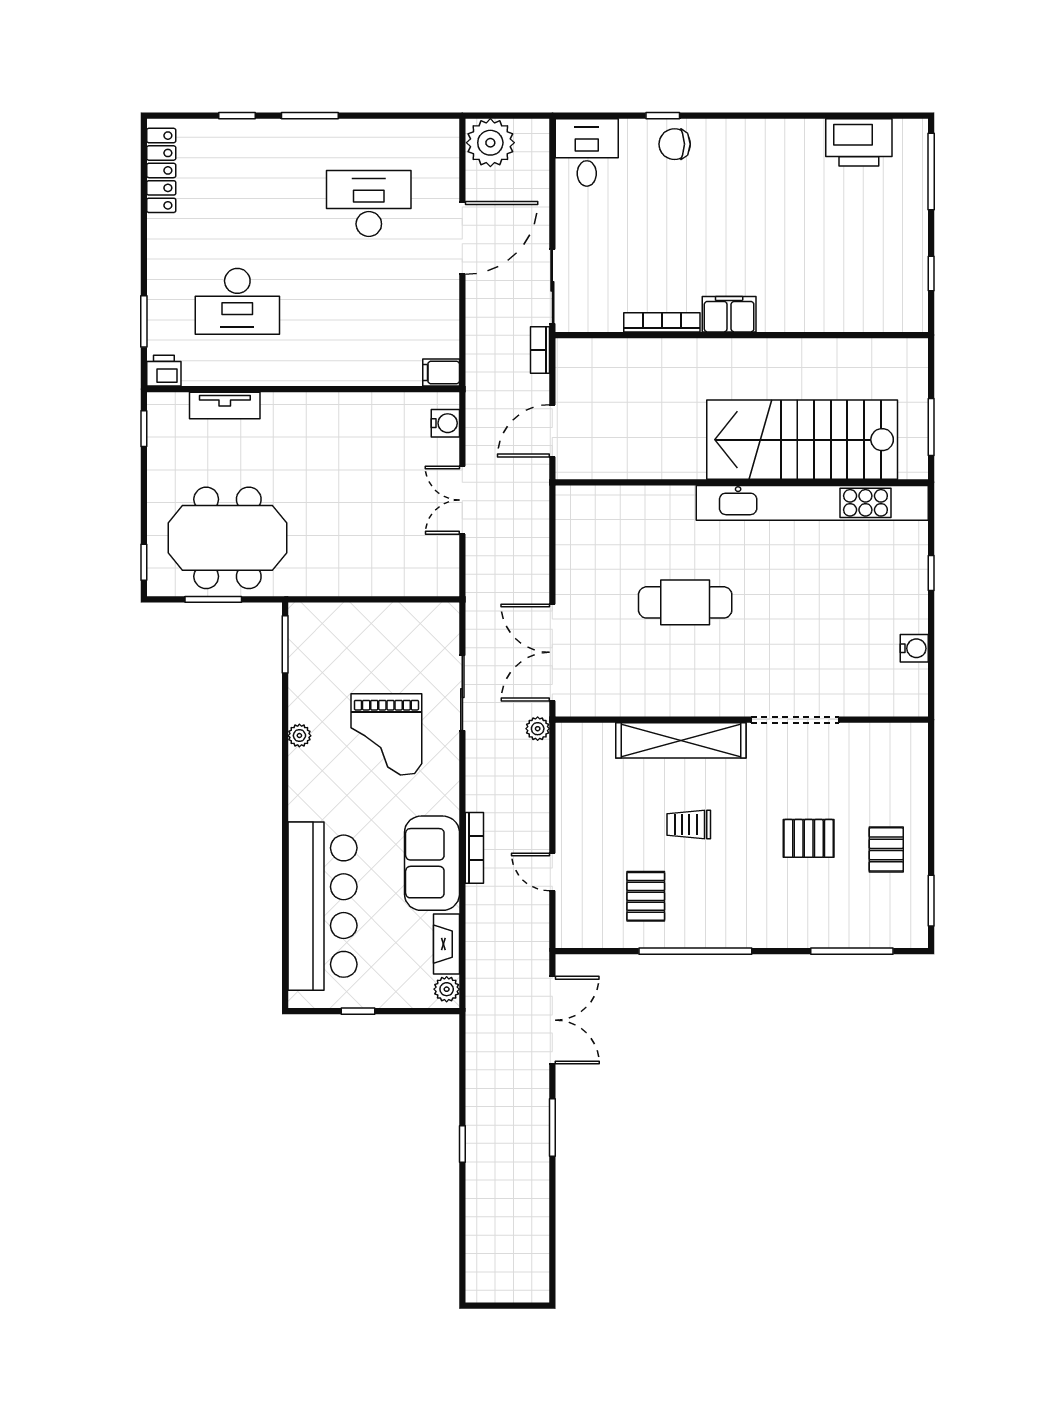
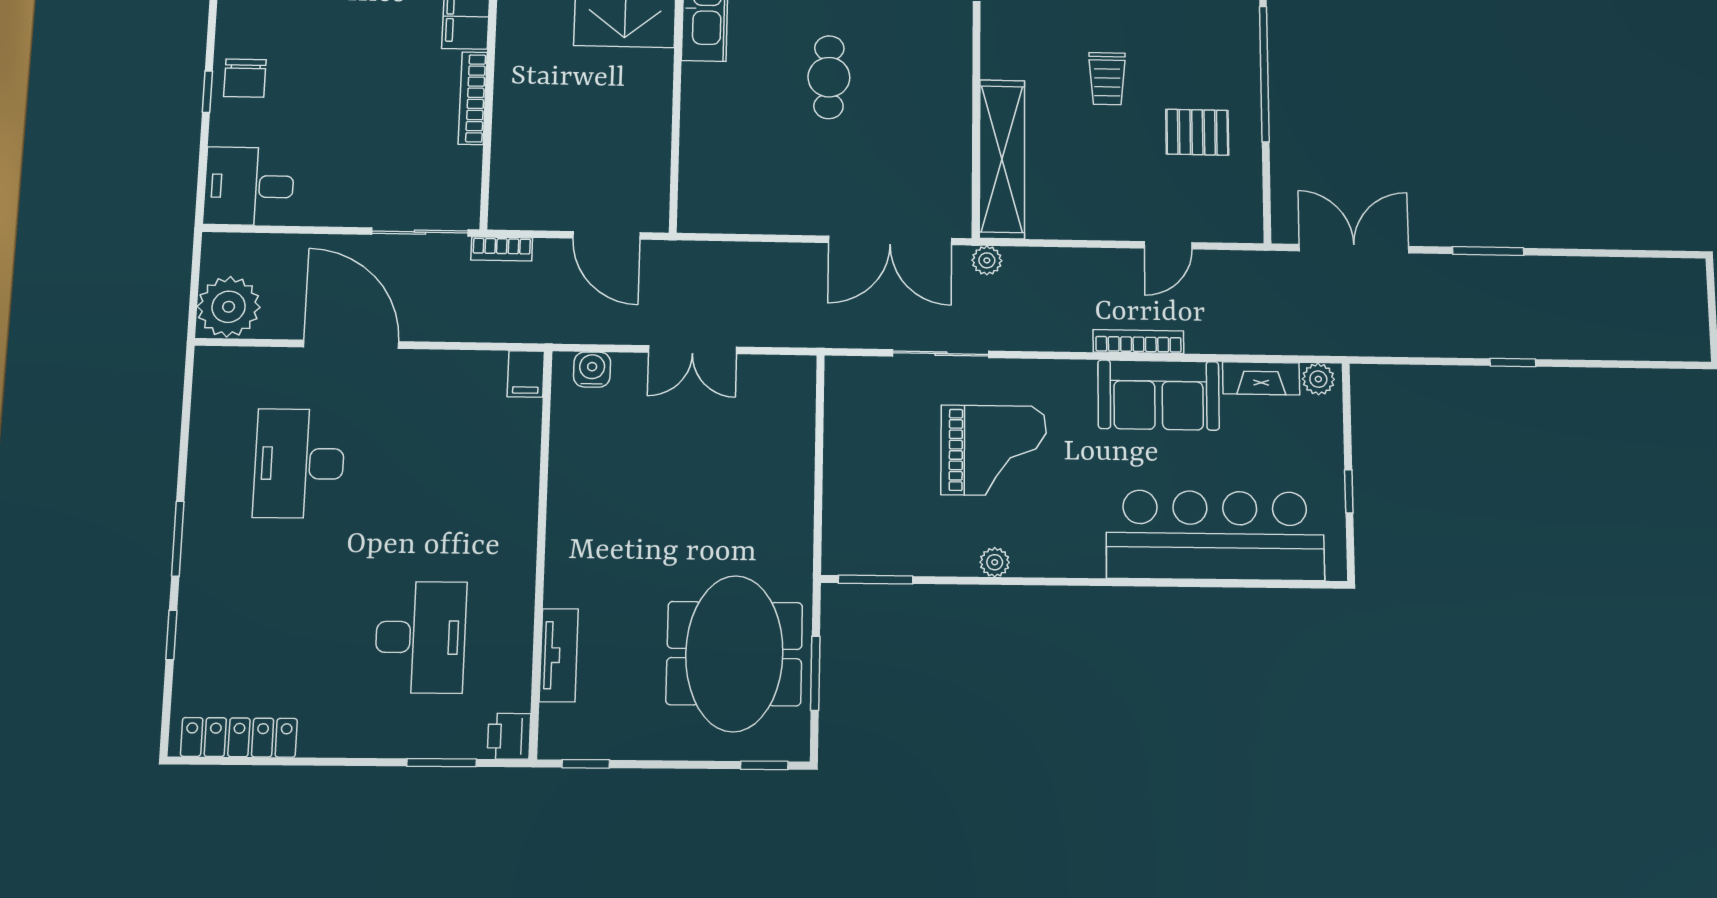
cafe table: (685, 602) -> (829, 77), width x0.73, depth x0.74
shelving: (681, 740) -> (1002, 159), moved

